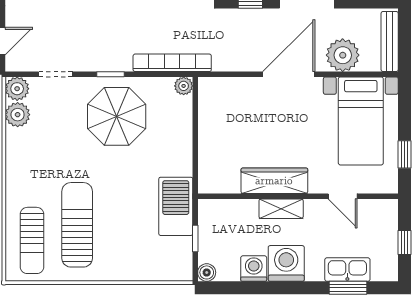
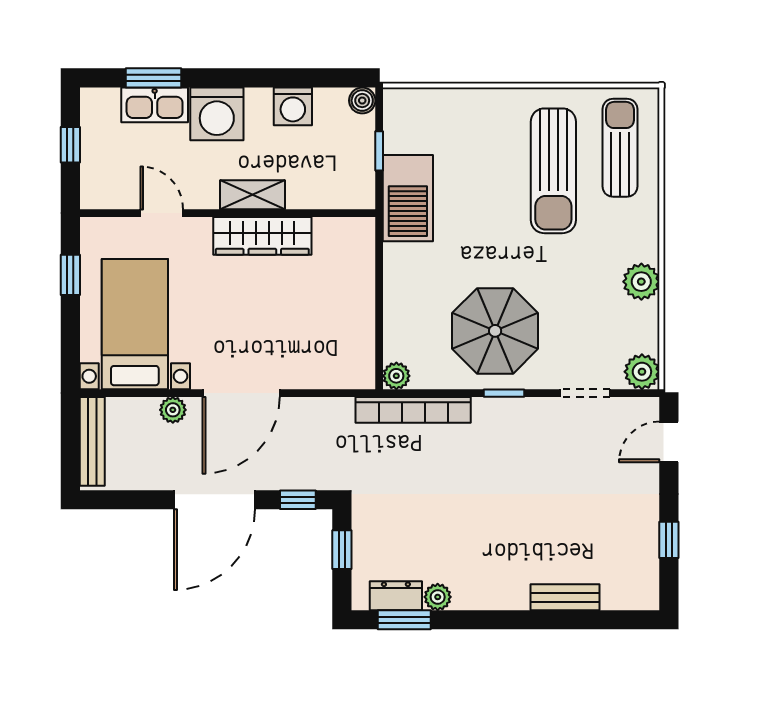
plant: (343, 55) -> (173, 410), width x0.53, depth x0.53
plant: (18, 115) -> (641, 282), moved
washing machine: (286, 263) -> (217, 114), moved

